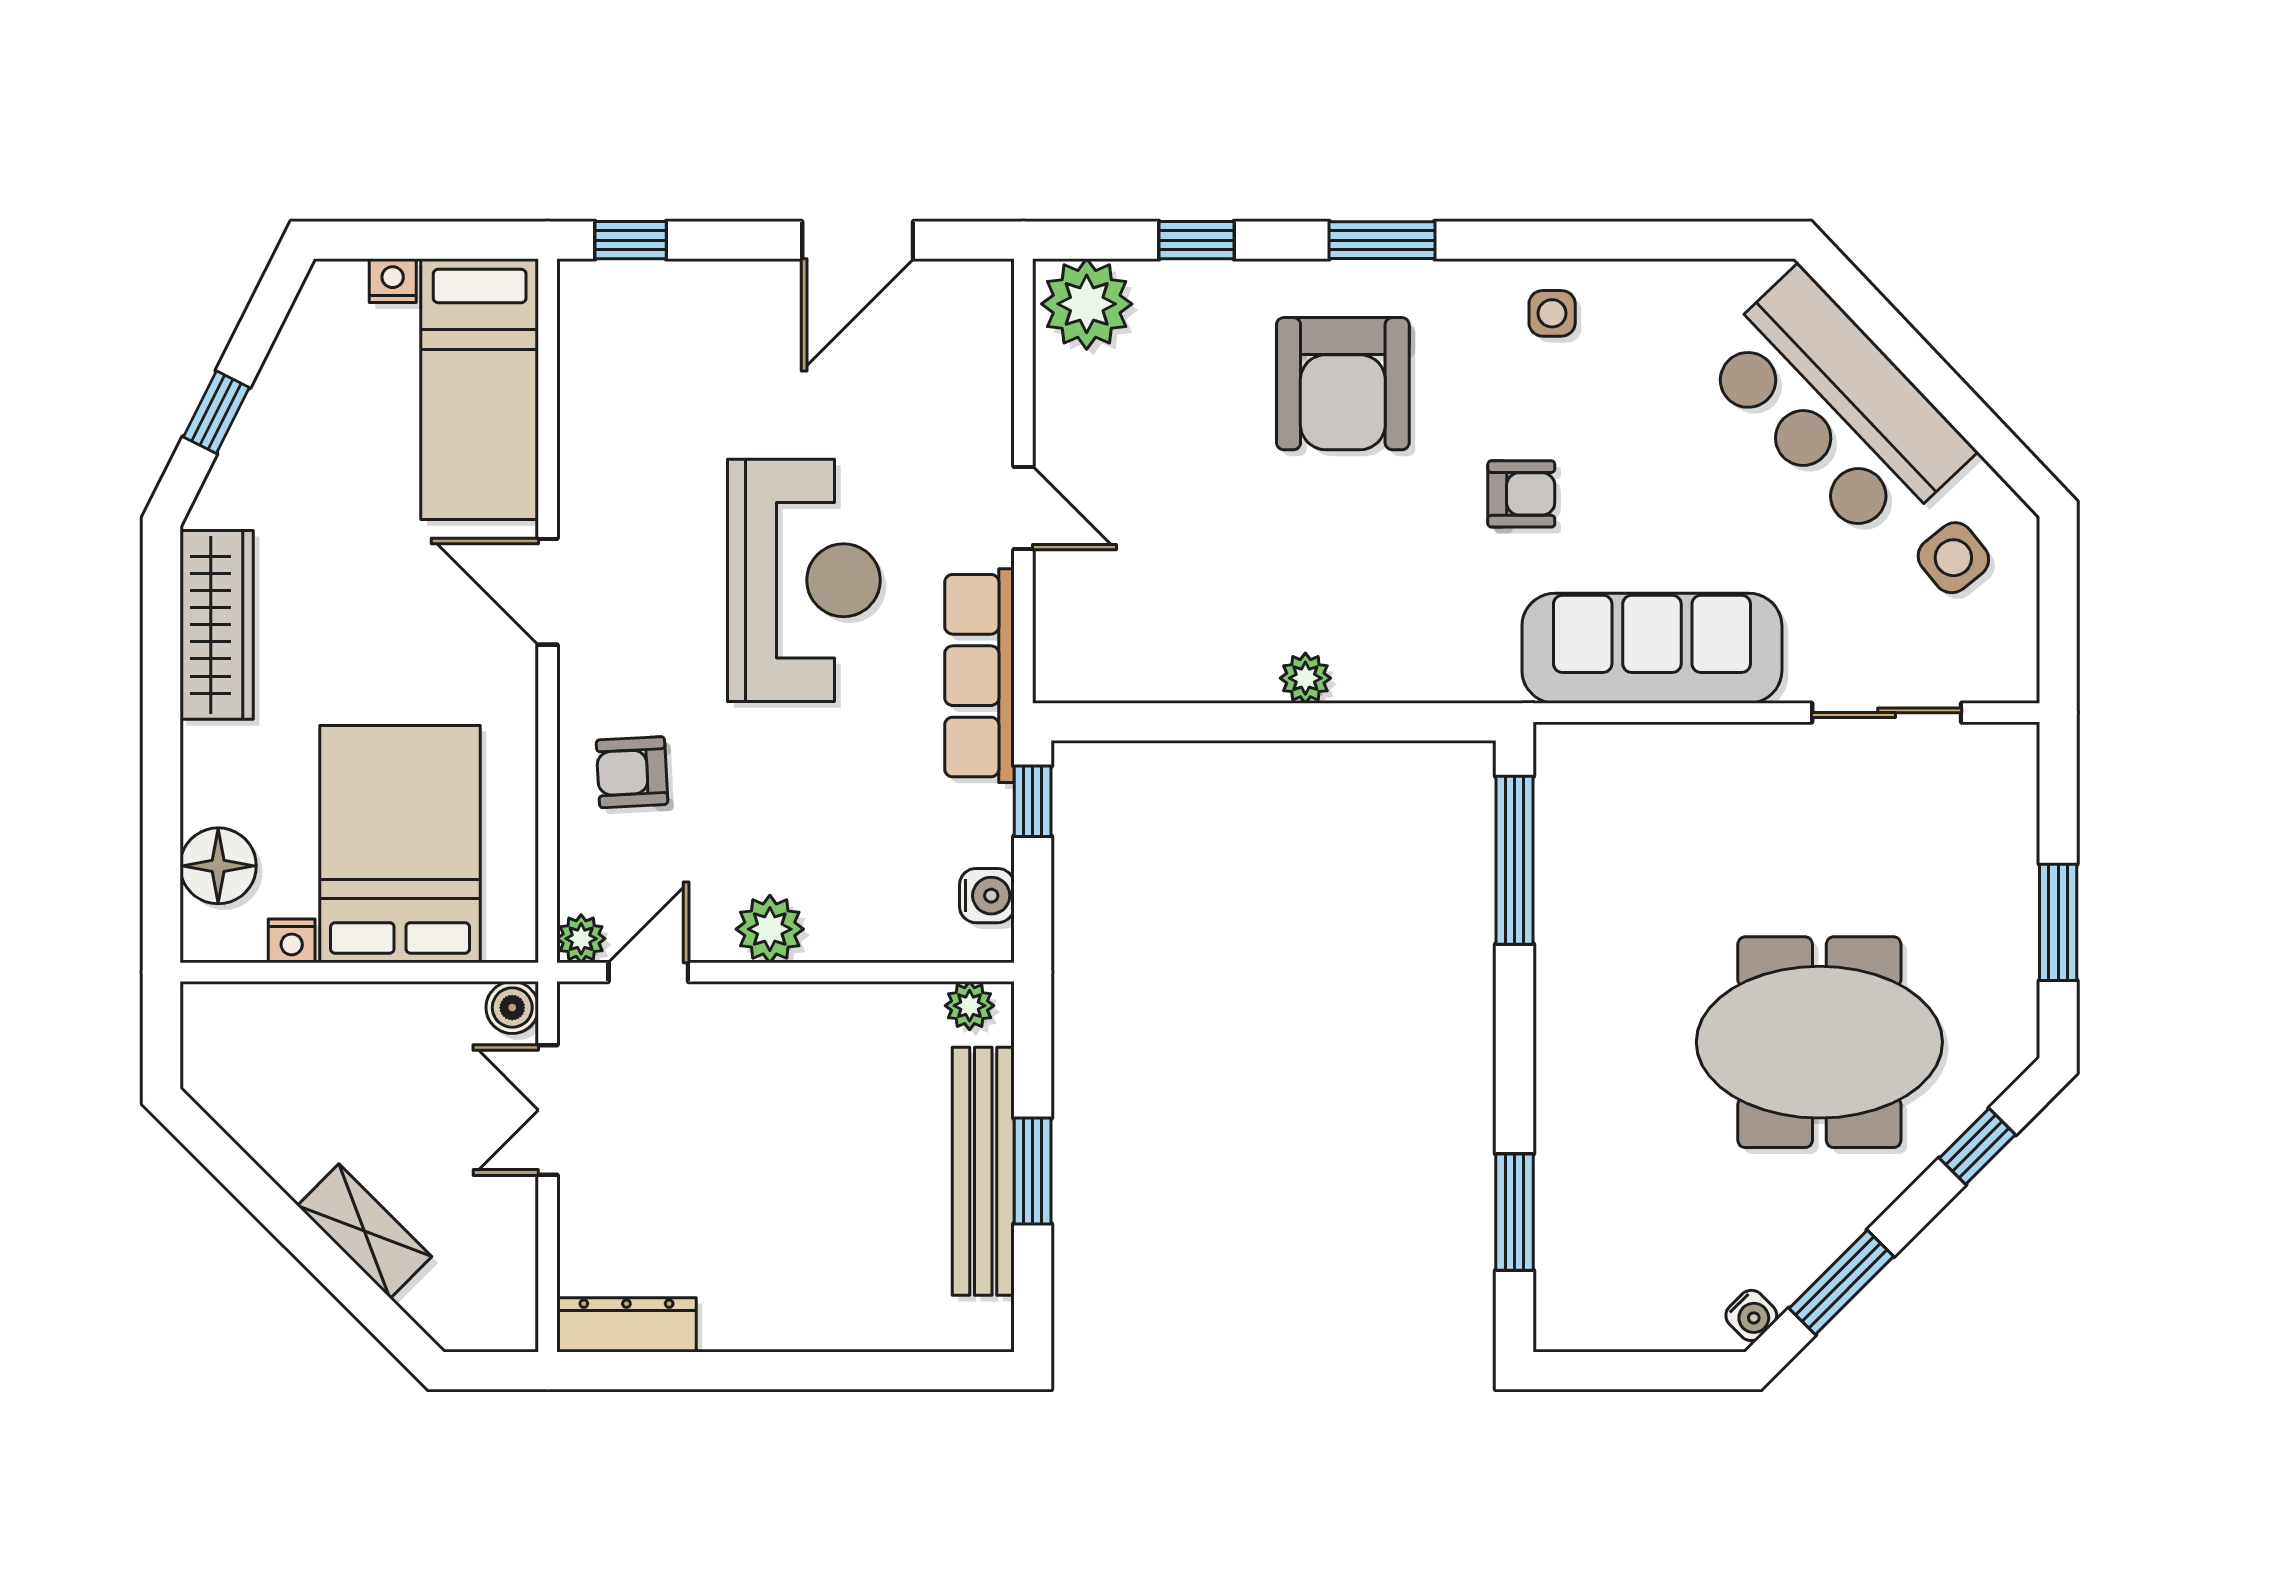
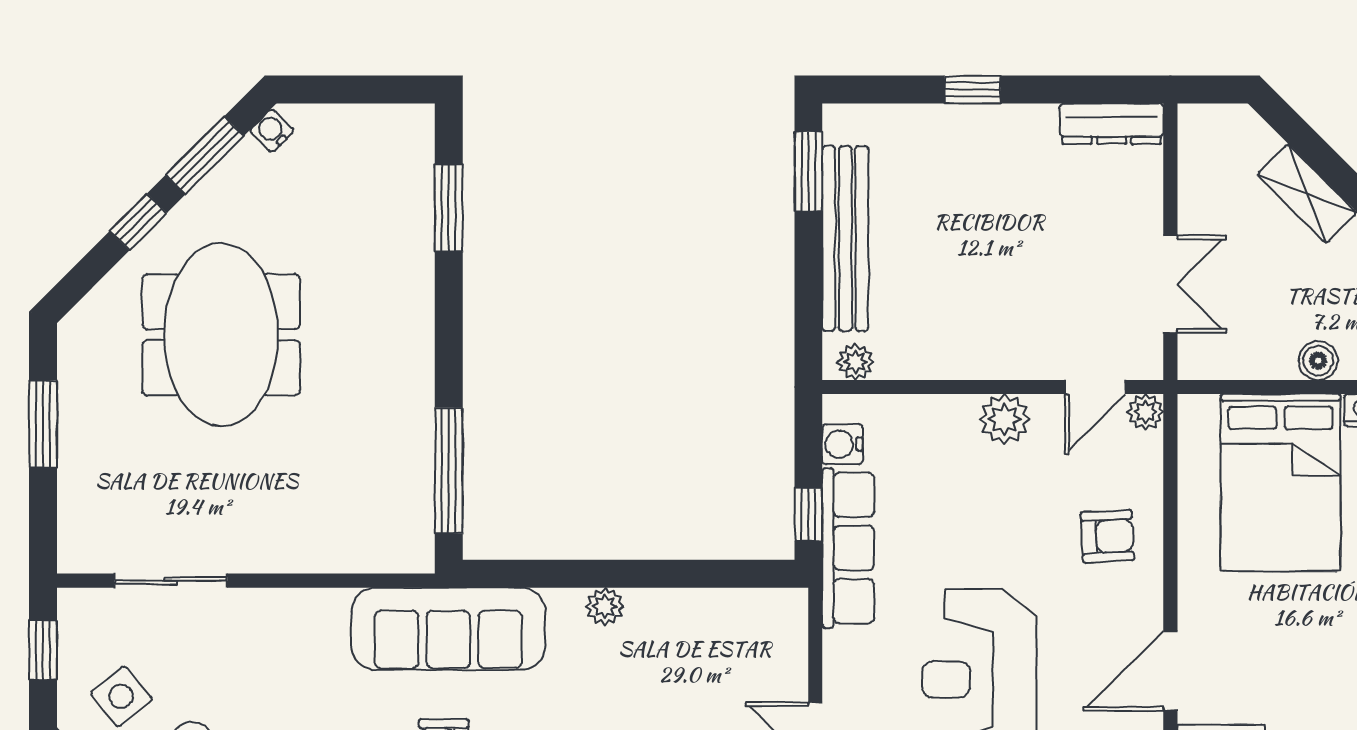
door: (548, 592) -> (1170, 671), swing flipped
window: (2058, 620) -> (43, 650), added
sofa: (1652, 648) -> (448, 629), moved
row of seats: (979, 676) -> (848, 548), moved
boiler: (512, 1008) -> (1318, 361), moved
meeting table: (1819, 1042) -> (221, 335), turned 90
window: (1977, 1146) -> (138, 222), moved
window: (1033, 1171) -> (808, 171), moved
window: (813, 1371) -> (973, 90), added

